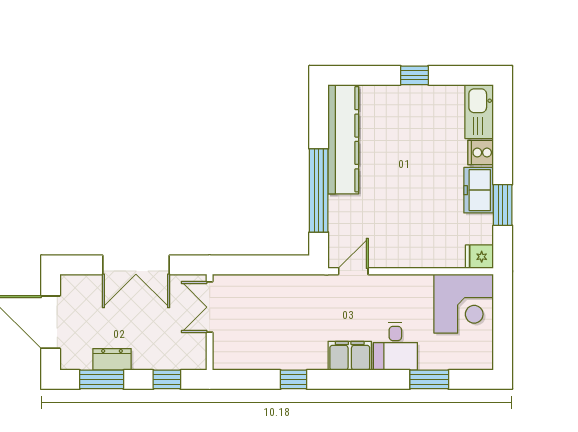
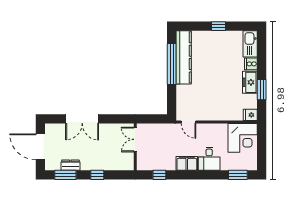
window: (319, 190) -> (172, 64), moved
door: (353, 271) -> (189, 122), swing flipped
double door: (210, 307) -> (135, 139), moved
wall: (210, 322) -> (135, 147), moved
window: (429, 379) -> (238, 175), moved

